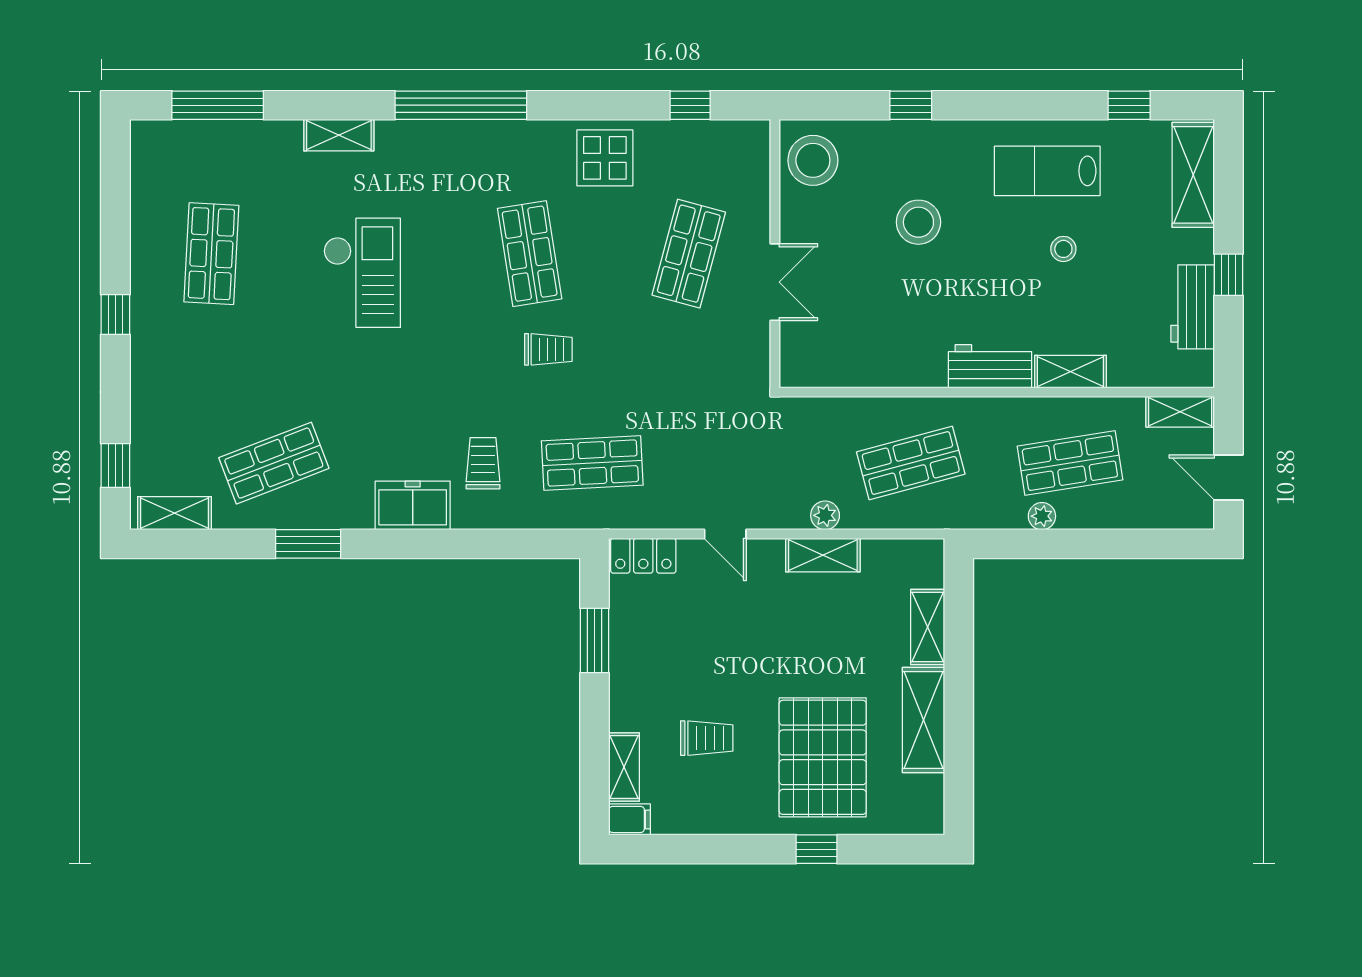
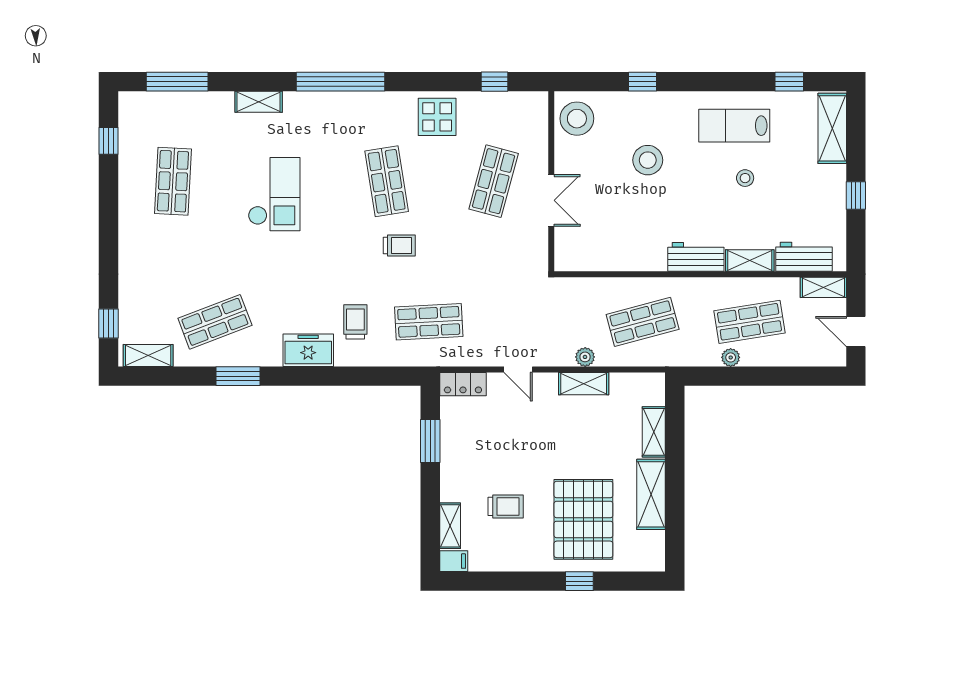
workbench: (1193, 307) -> (804, 257), moved, turned 90
window: (115, 315) -> (109, 141), moved

